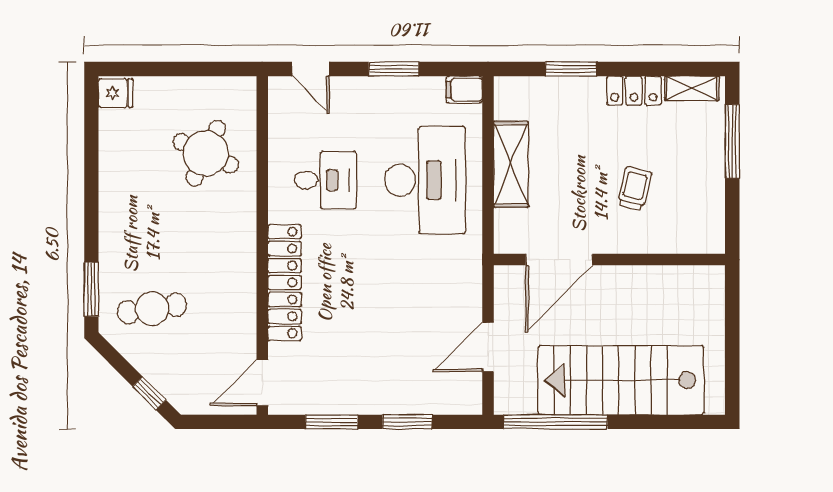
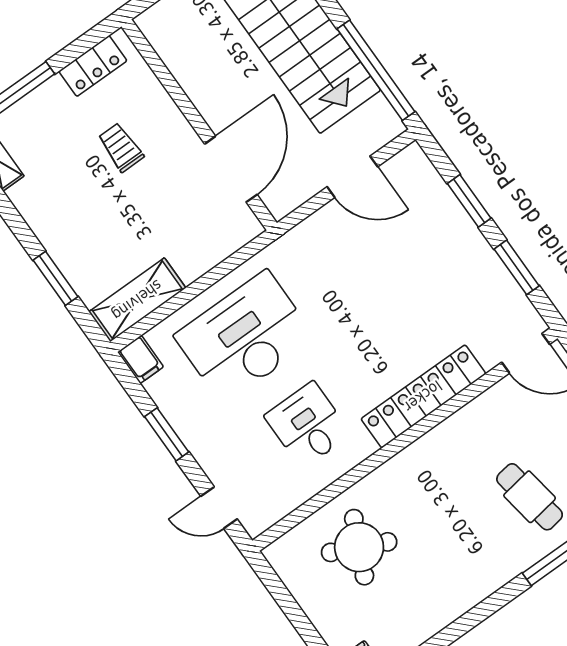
door: (311, 69) -> (219, 508), swing flipped
locker: (634, 91) -> (93, 66), moved, turned 90
shelving: (511, 164) -> (137, 300), moved
trolley: (634, 188) -> (121, 147), turned 76
door: (559, 260) -> (231, 169), hinge flipped

